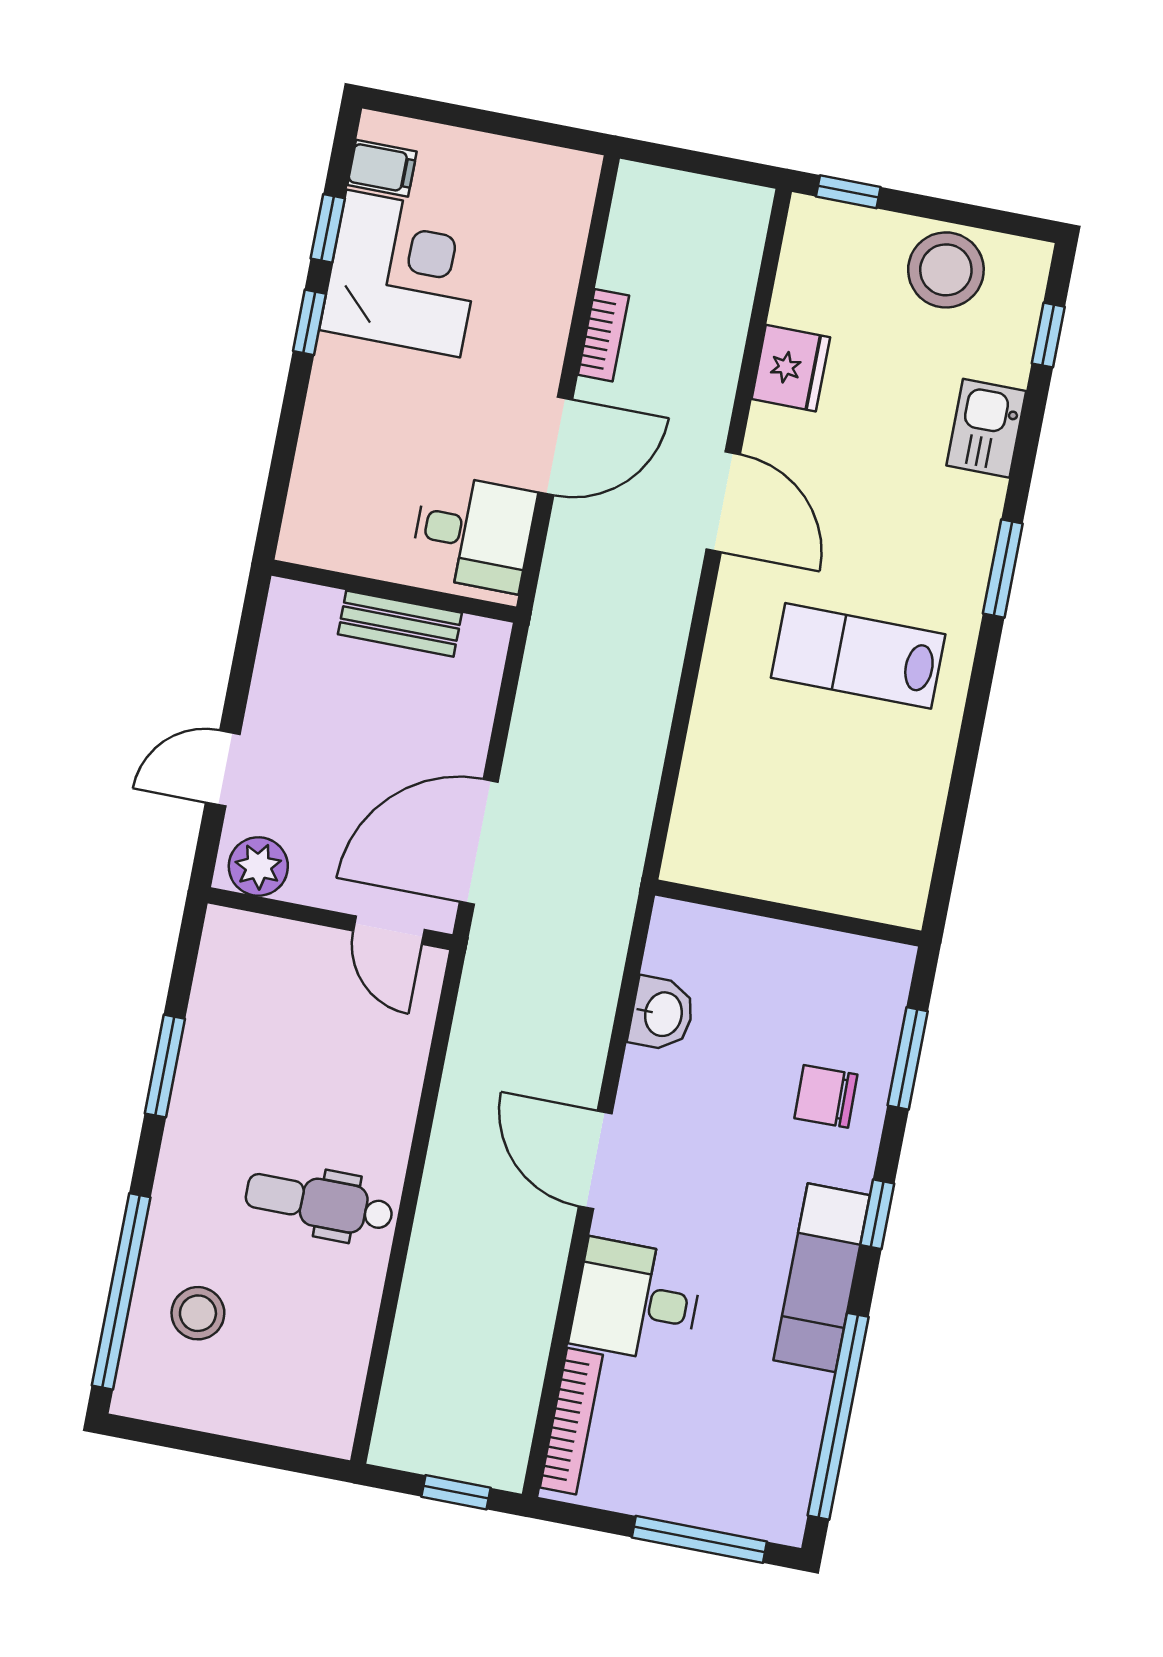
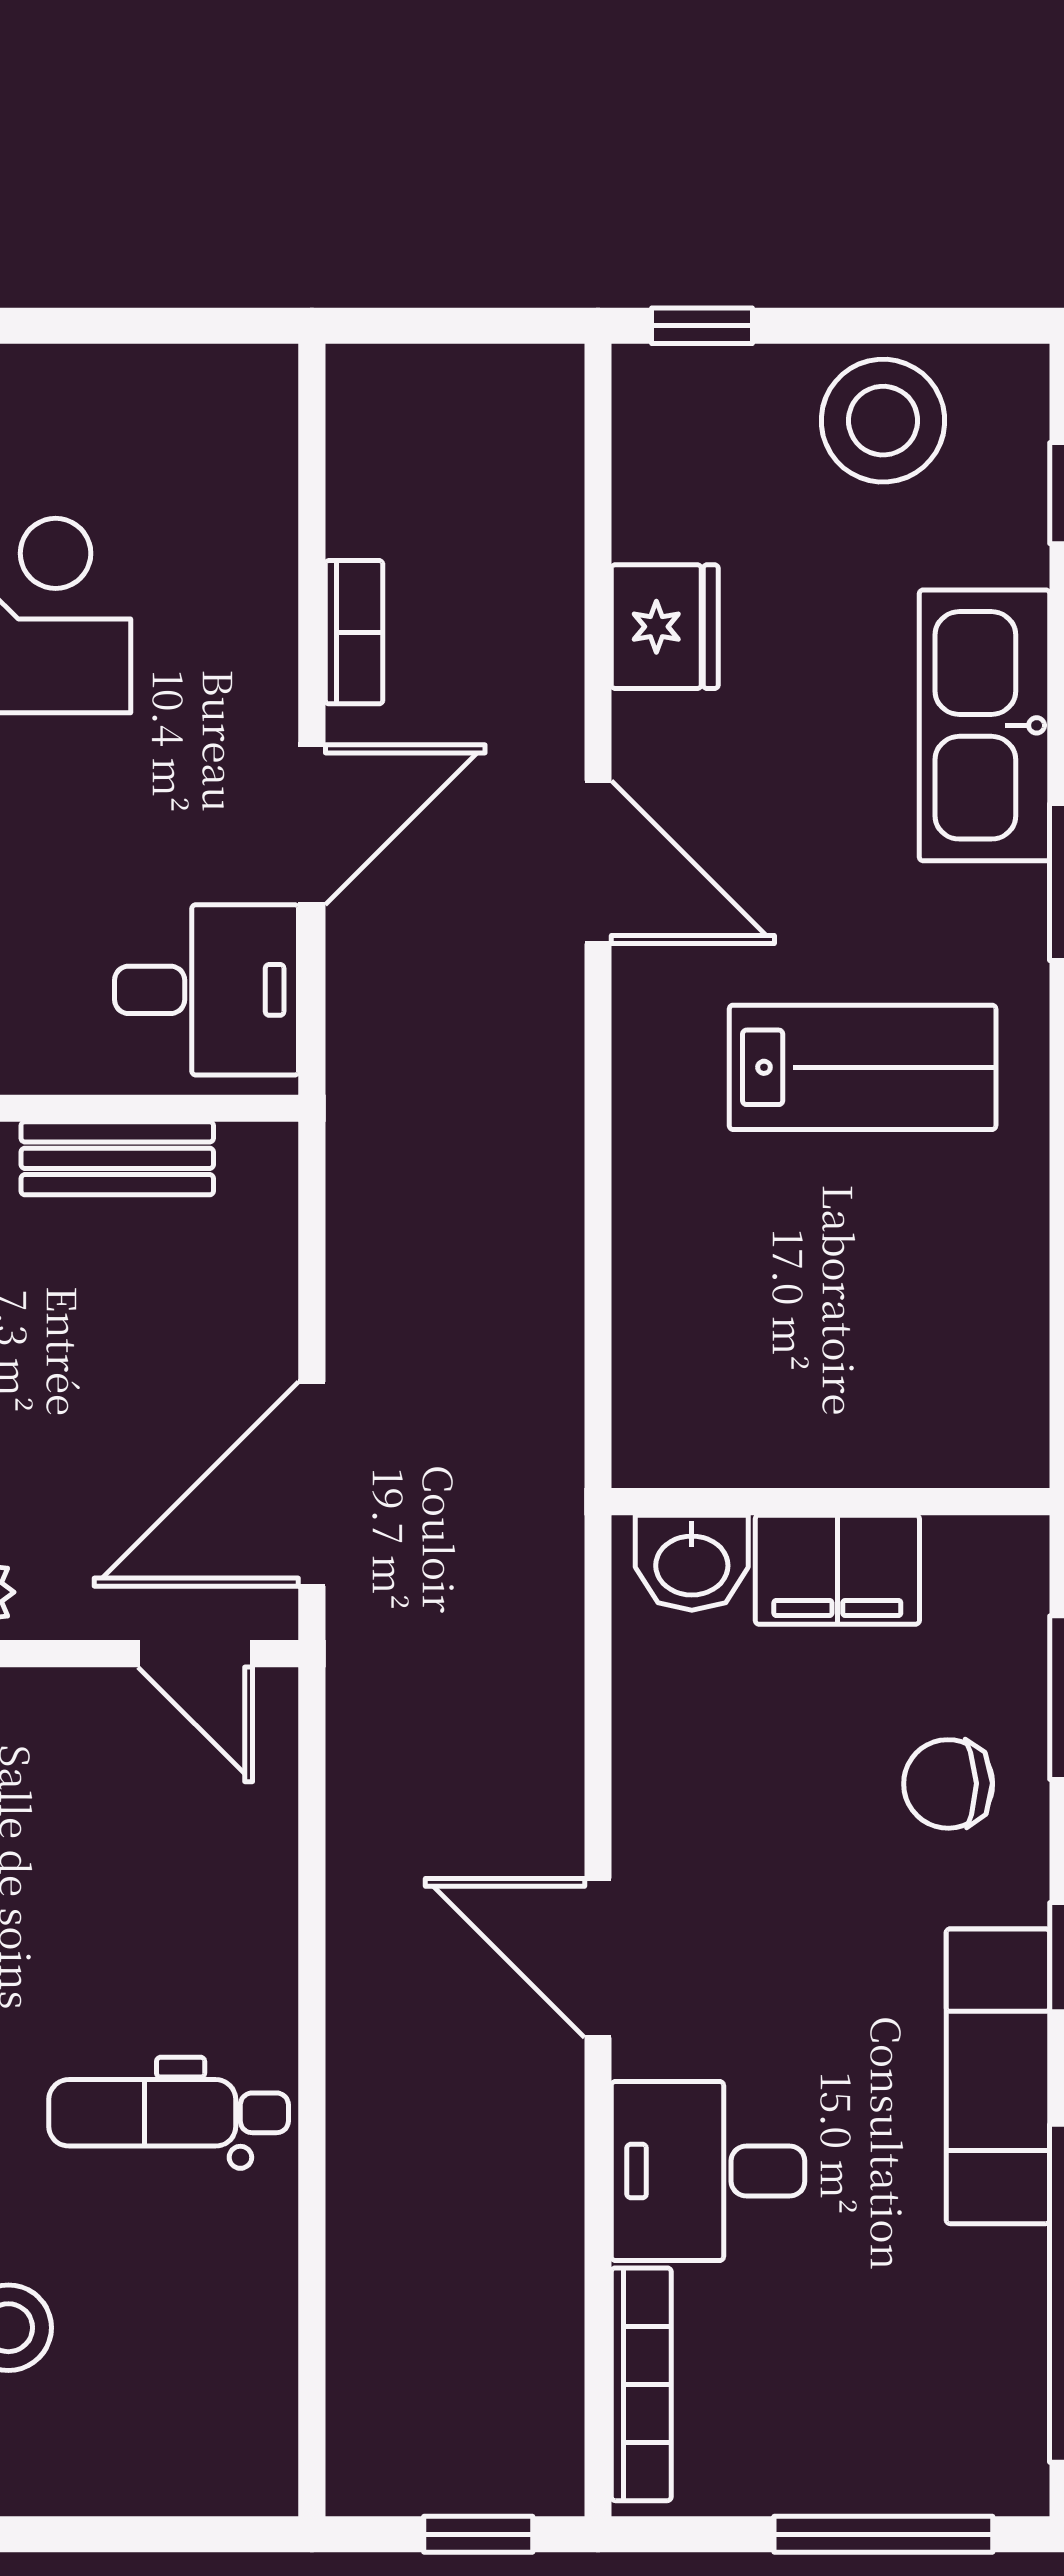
kitchen sink: (986, 428) -> (984, 725), width x1.88, depth x1.24
lab bench: (858, 656) -> (863, 1067), turned 180
filing cabinet: (784, 955) -> (837, 1570), added
washbasin: (662, 1014) -> (692, 1563), moved, turned 90

